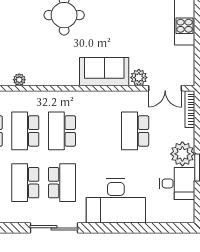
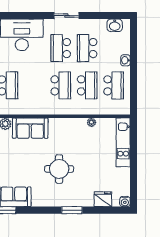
school desk: (25, 183) -> (87, 48), turned 180
sliding door: (54, 228) -> (66, 15), width x0.73

